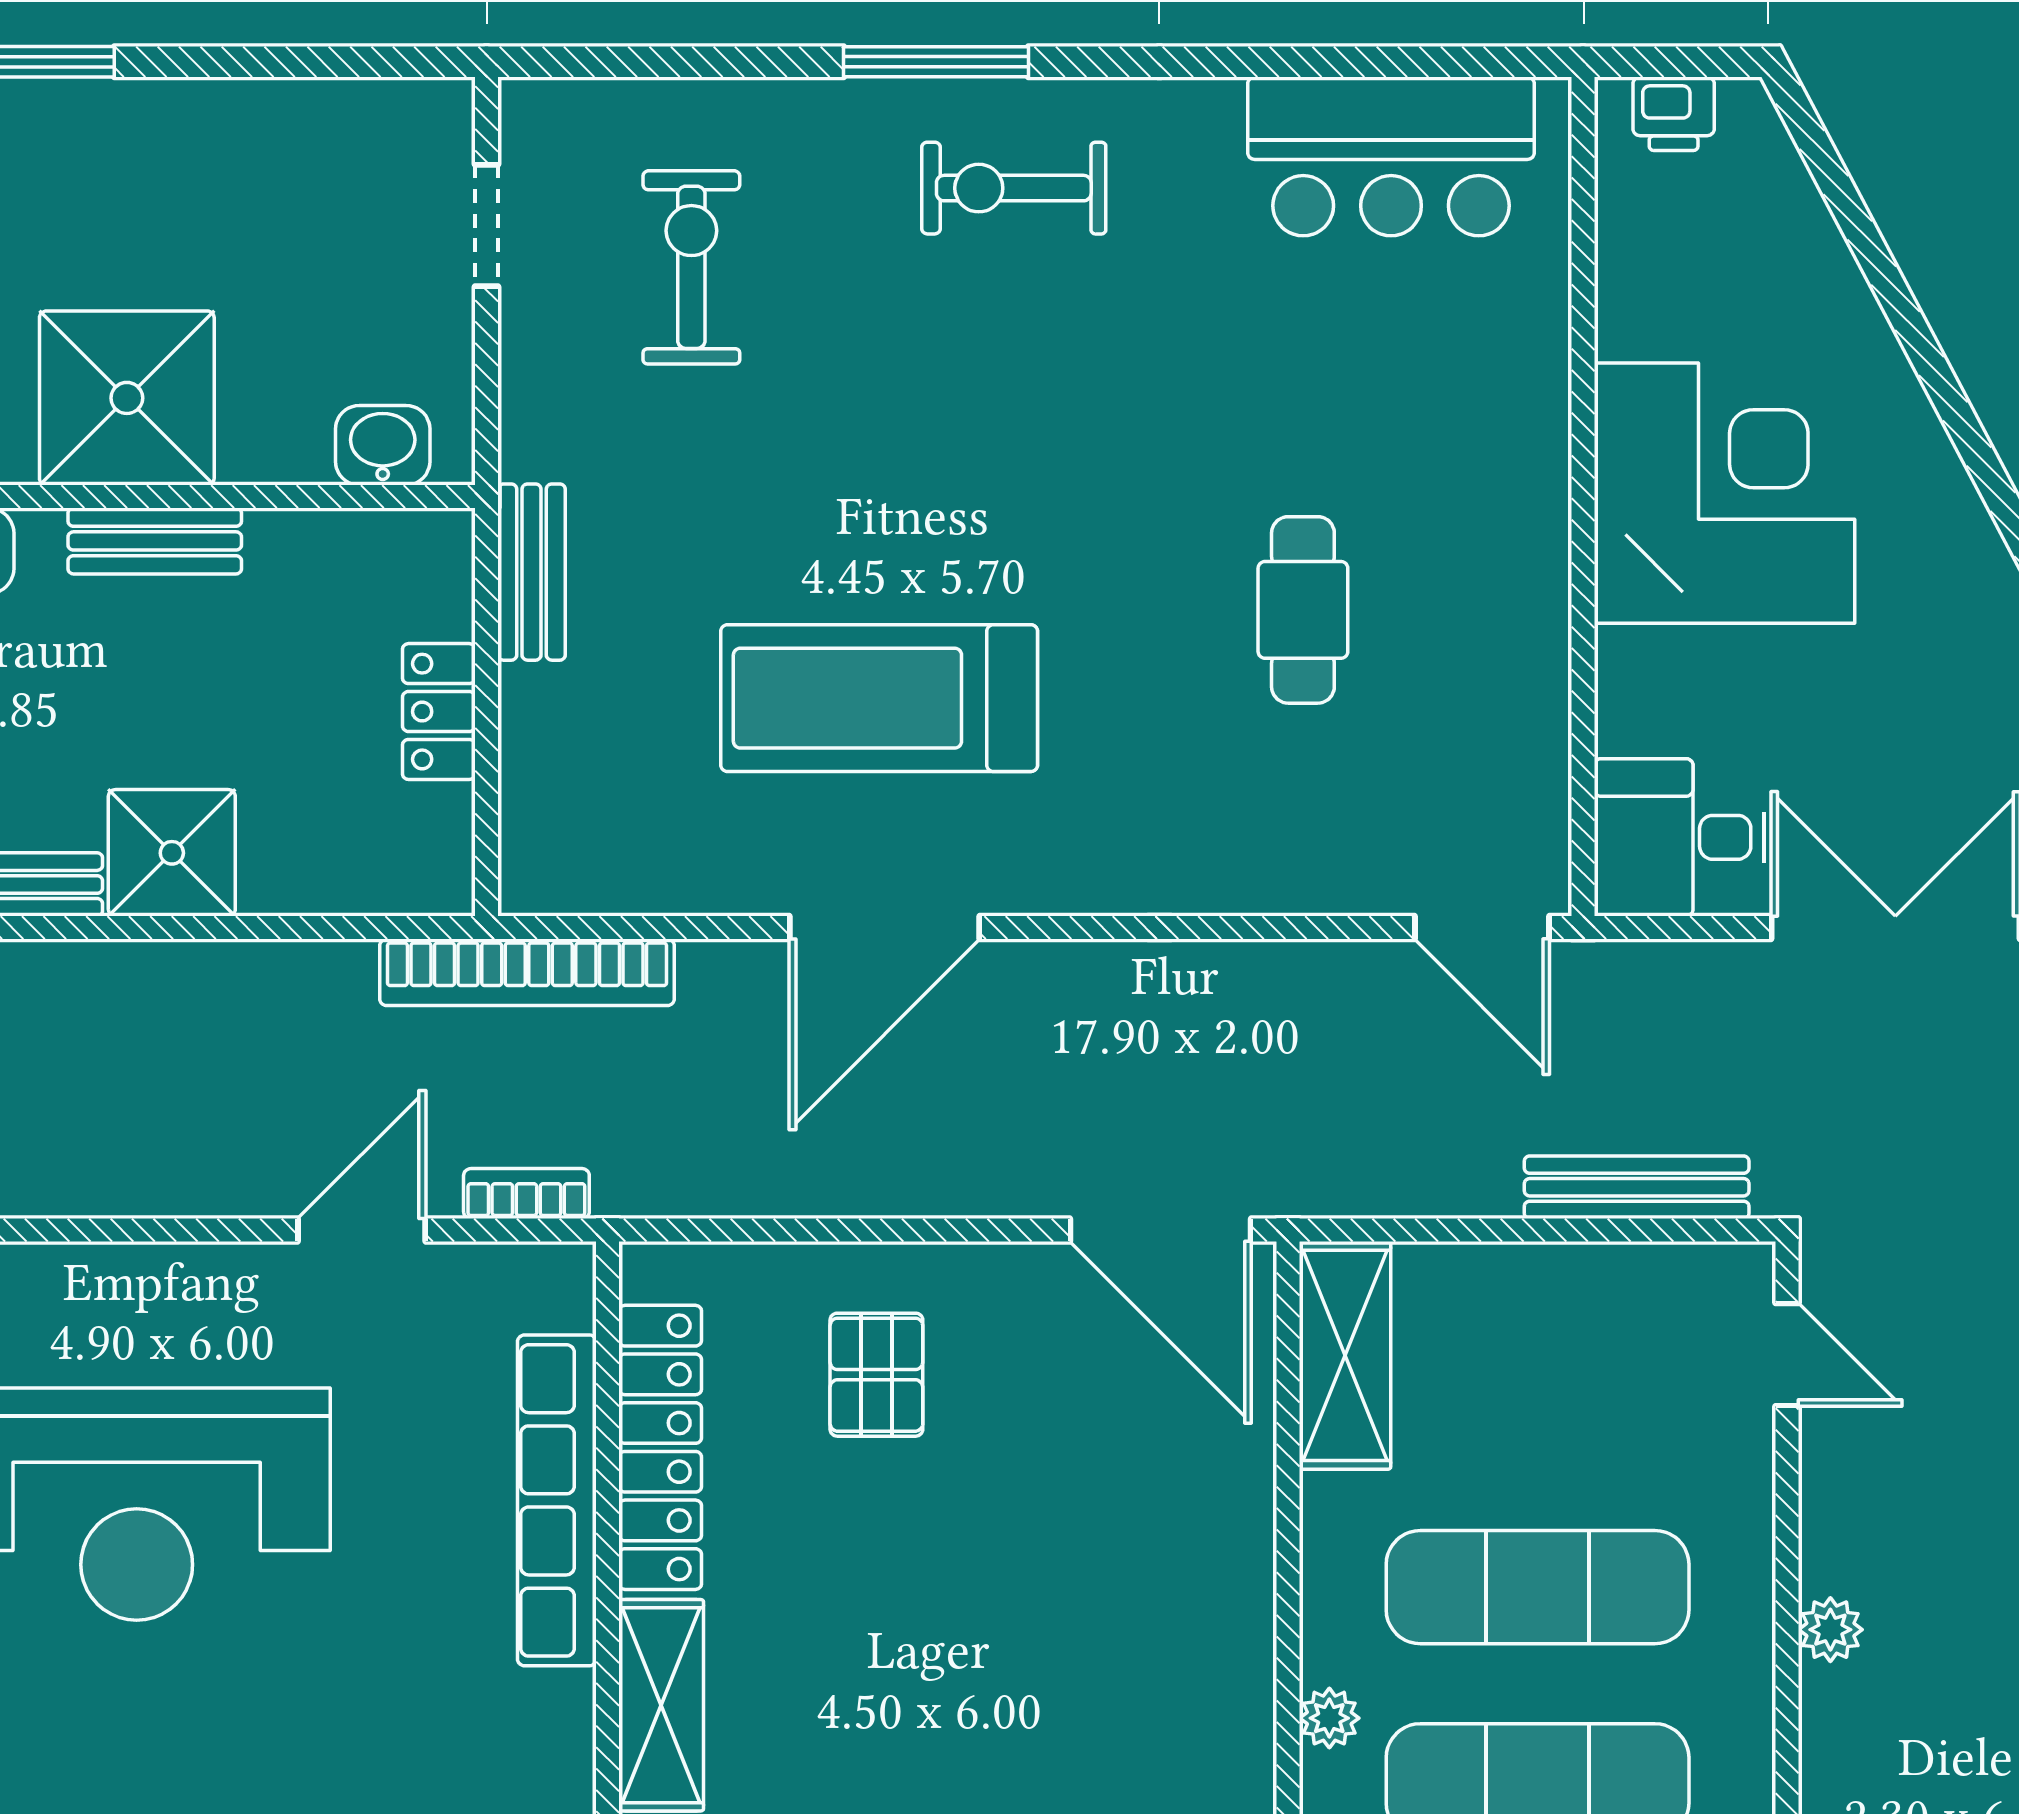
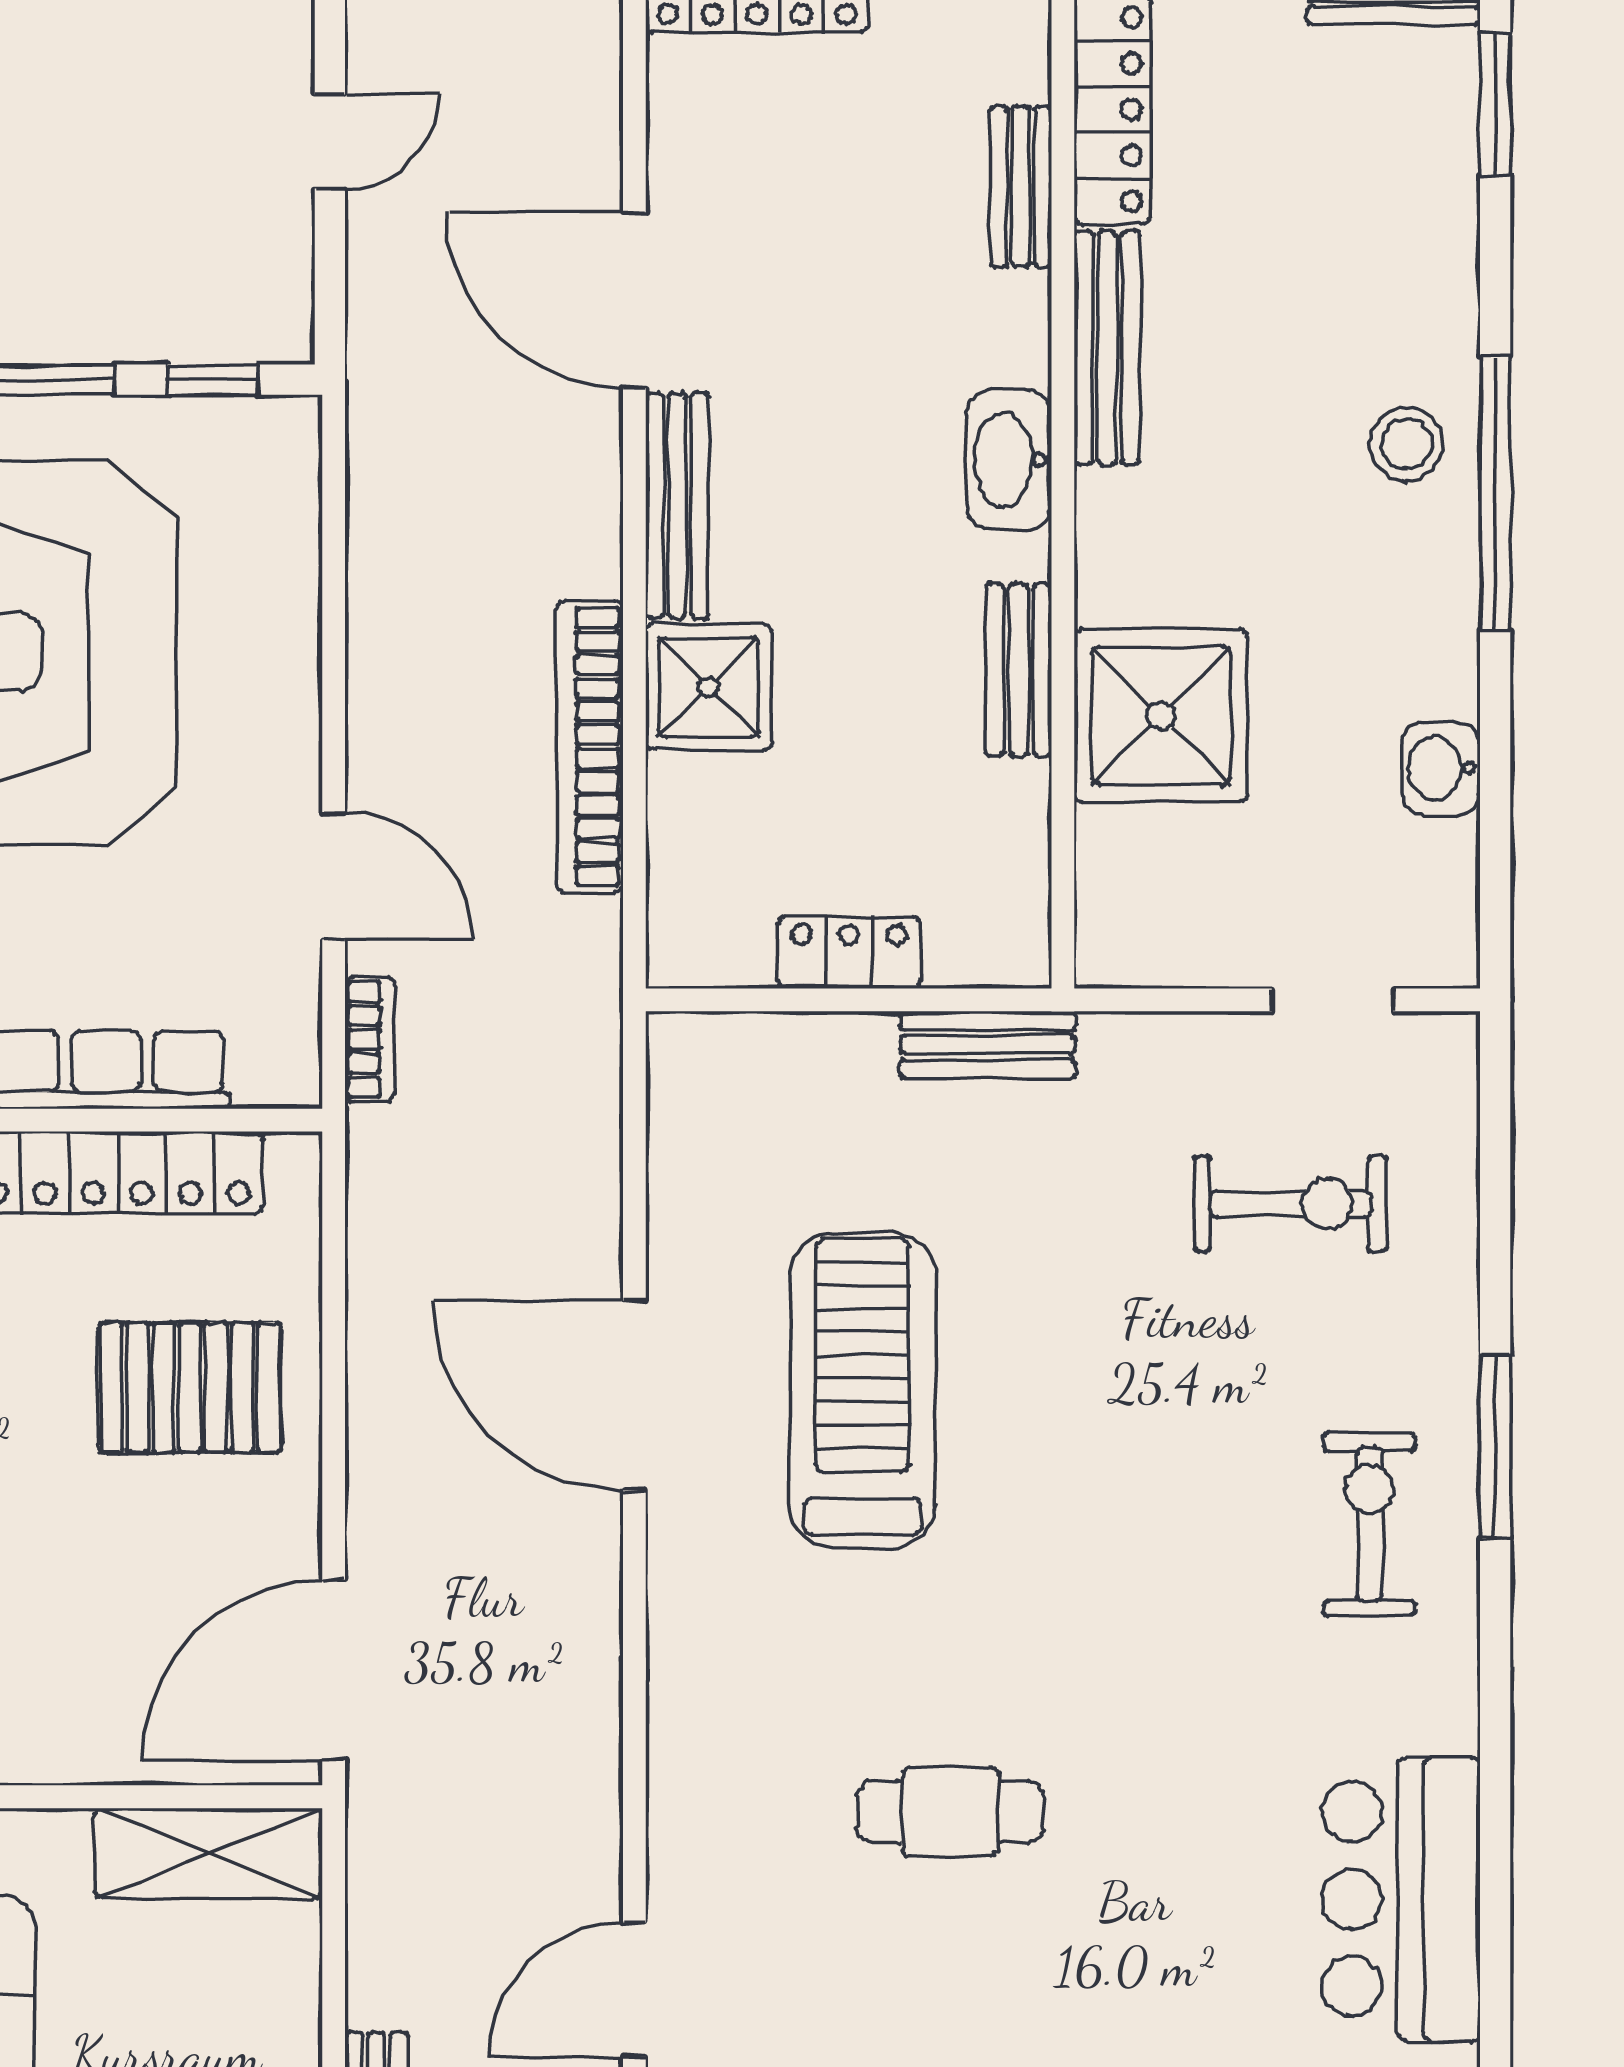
shower: (127, 398) -> (1161, 716), moved
washbasin: (383, 445) -> (1440, 768), moved, turned 180
bookcase: (527, 972) -> (590, 747), moved
pallet: (876, 1375) -> (190, 1388), width x1.50, depth x1.42

